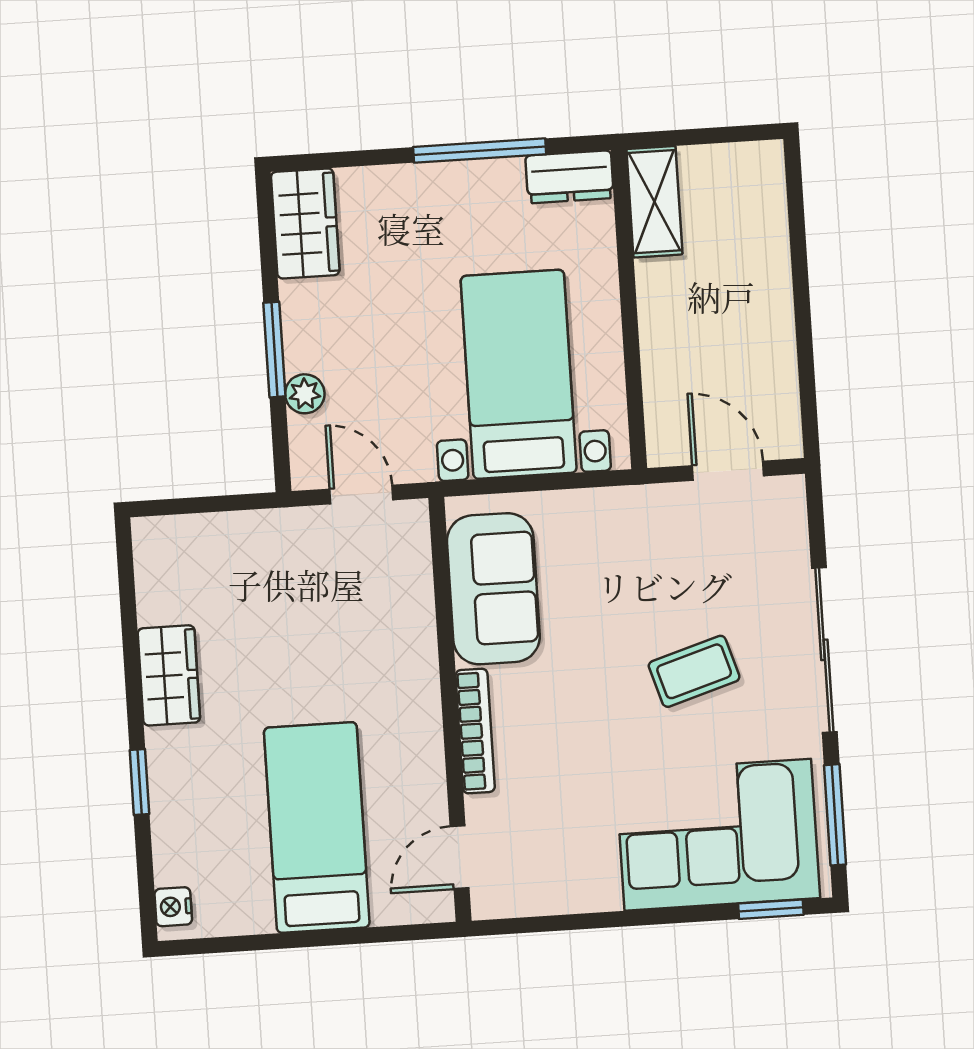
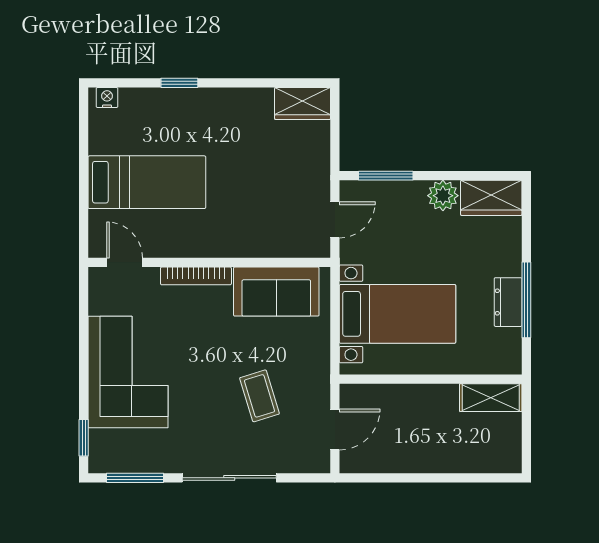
dresser: (570, 177) -> (508, 302), moved
window: (274, 350) -> (386, 176), moved
plant: (305, 394) -> (443, 196), moved, width x1.38, depth x1.38
coffee table: (694, 671) -> (260, 396), moved
wardrobe: (169, 675) -> (303, 104), moved
corner sofa: (718, 835) -> (128, 372), moved

